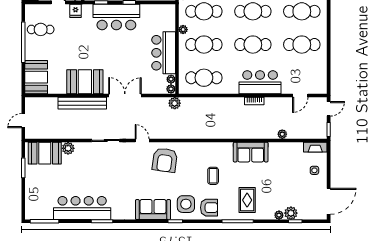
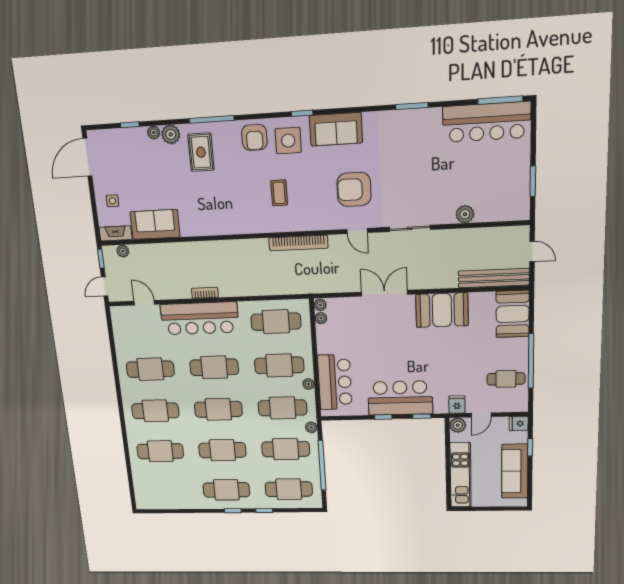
bar counter: (164, 53) -> (335, 382), moved
bar counter: (260, 82) -> (200, 318), width x1.36
double door: (125, 96) -> (384, 293), swing flipped
door: (300, 96) -> (144, 303), hinge flipped
bench: (82, 103) -> (494, 278), moved
plant: (175, 103) -> (314, 285), removed
door: (23, 121) -> (532, 252), hinge flipped
bookcase: (184, 134) -> (298, 243), added
plant: (282, 134) -> (123, 251), moved
sofa: (251, 152) -> (155, 224), moved
booth: (45, 153) -> (500, 205), removed
armchair: (165, 160) -> (354, 189), moved, turned -98
coffee table: (213, 176) -> (279, 193), moved
bar counter: (82, 208) -> (487, 122), moved
armchair: (209, 208) -> (254, 137), turned -90
plant: (291, 213) -> (171, 134), moved

